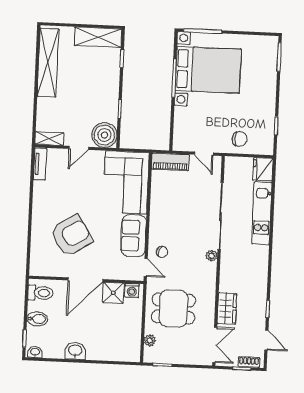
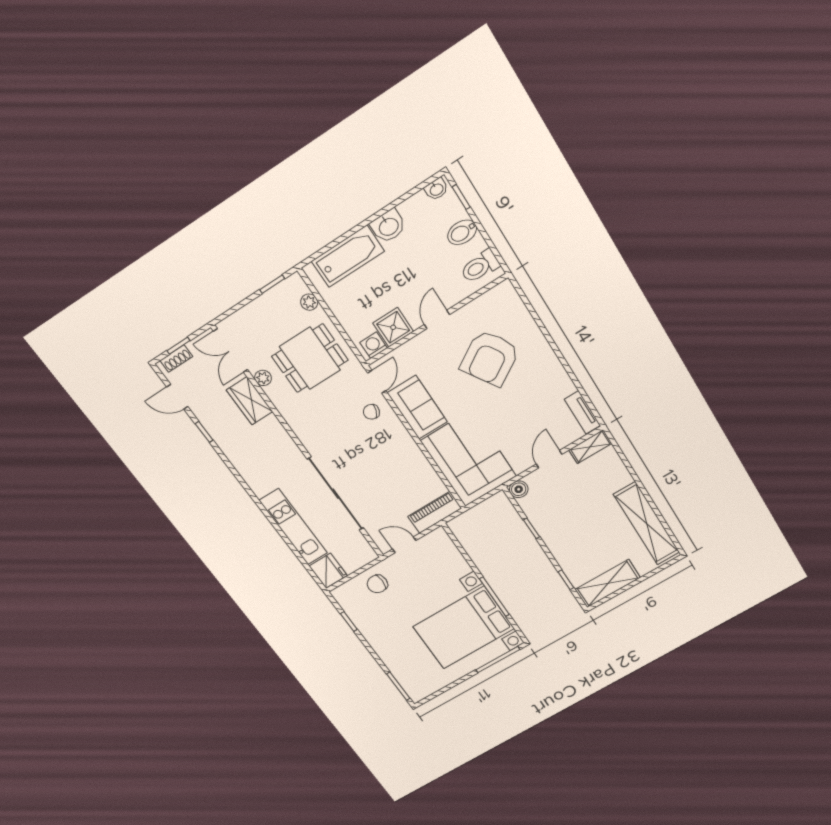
boiler: (104, 135) -> (519, 489), width x0.54, depth x0.54
plant: (212, 256) -> (263, 378), moved
door: (146, 268) -> (377, 382), swing flipped
door: (85, 280) -> (437, 319), width x0.53
bathtub: (109, 350) -> (348, 256), added

